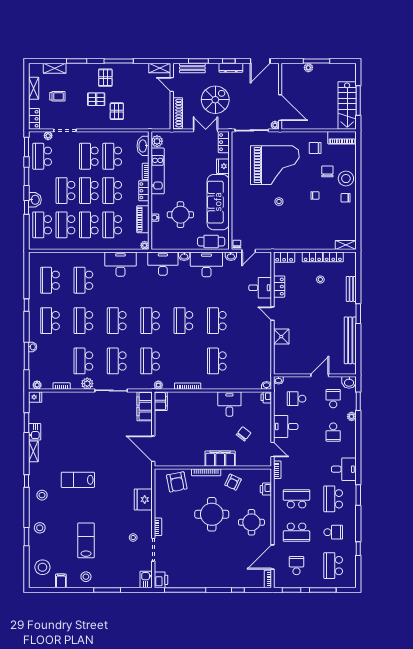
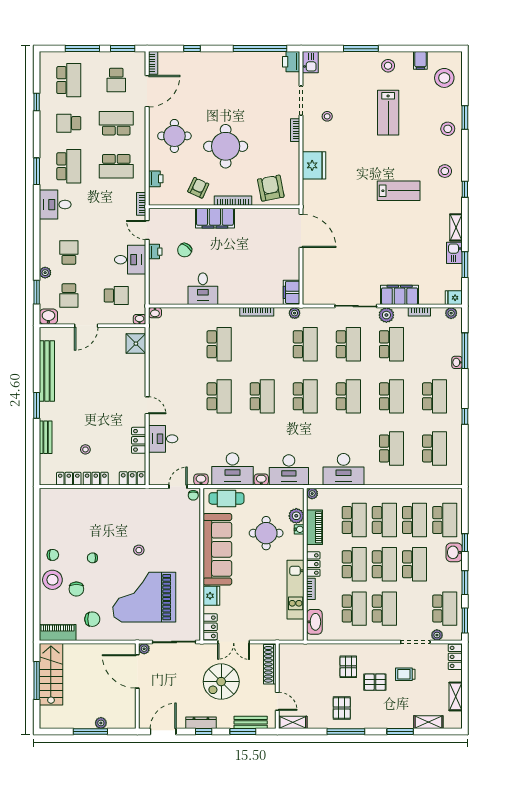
pallet: (105, 78) -> (342, 708), moved
trolley: (57, 96) -> (405, 674), moved
plant: (157, 141) -> (296, 516), moved
shelving: (346, 245) -> (53, 494), removed
shower: (281, 337) -> (136, 344), moved
printer: (266, 397) -> (155, 252), moved
filing cabinet: (145, 406) -> (400, 295), moved, turned -90

